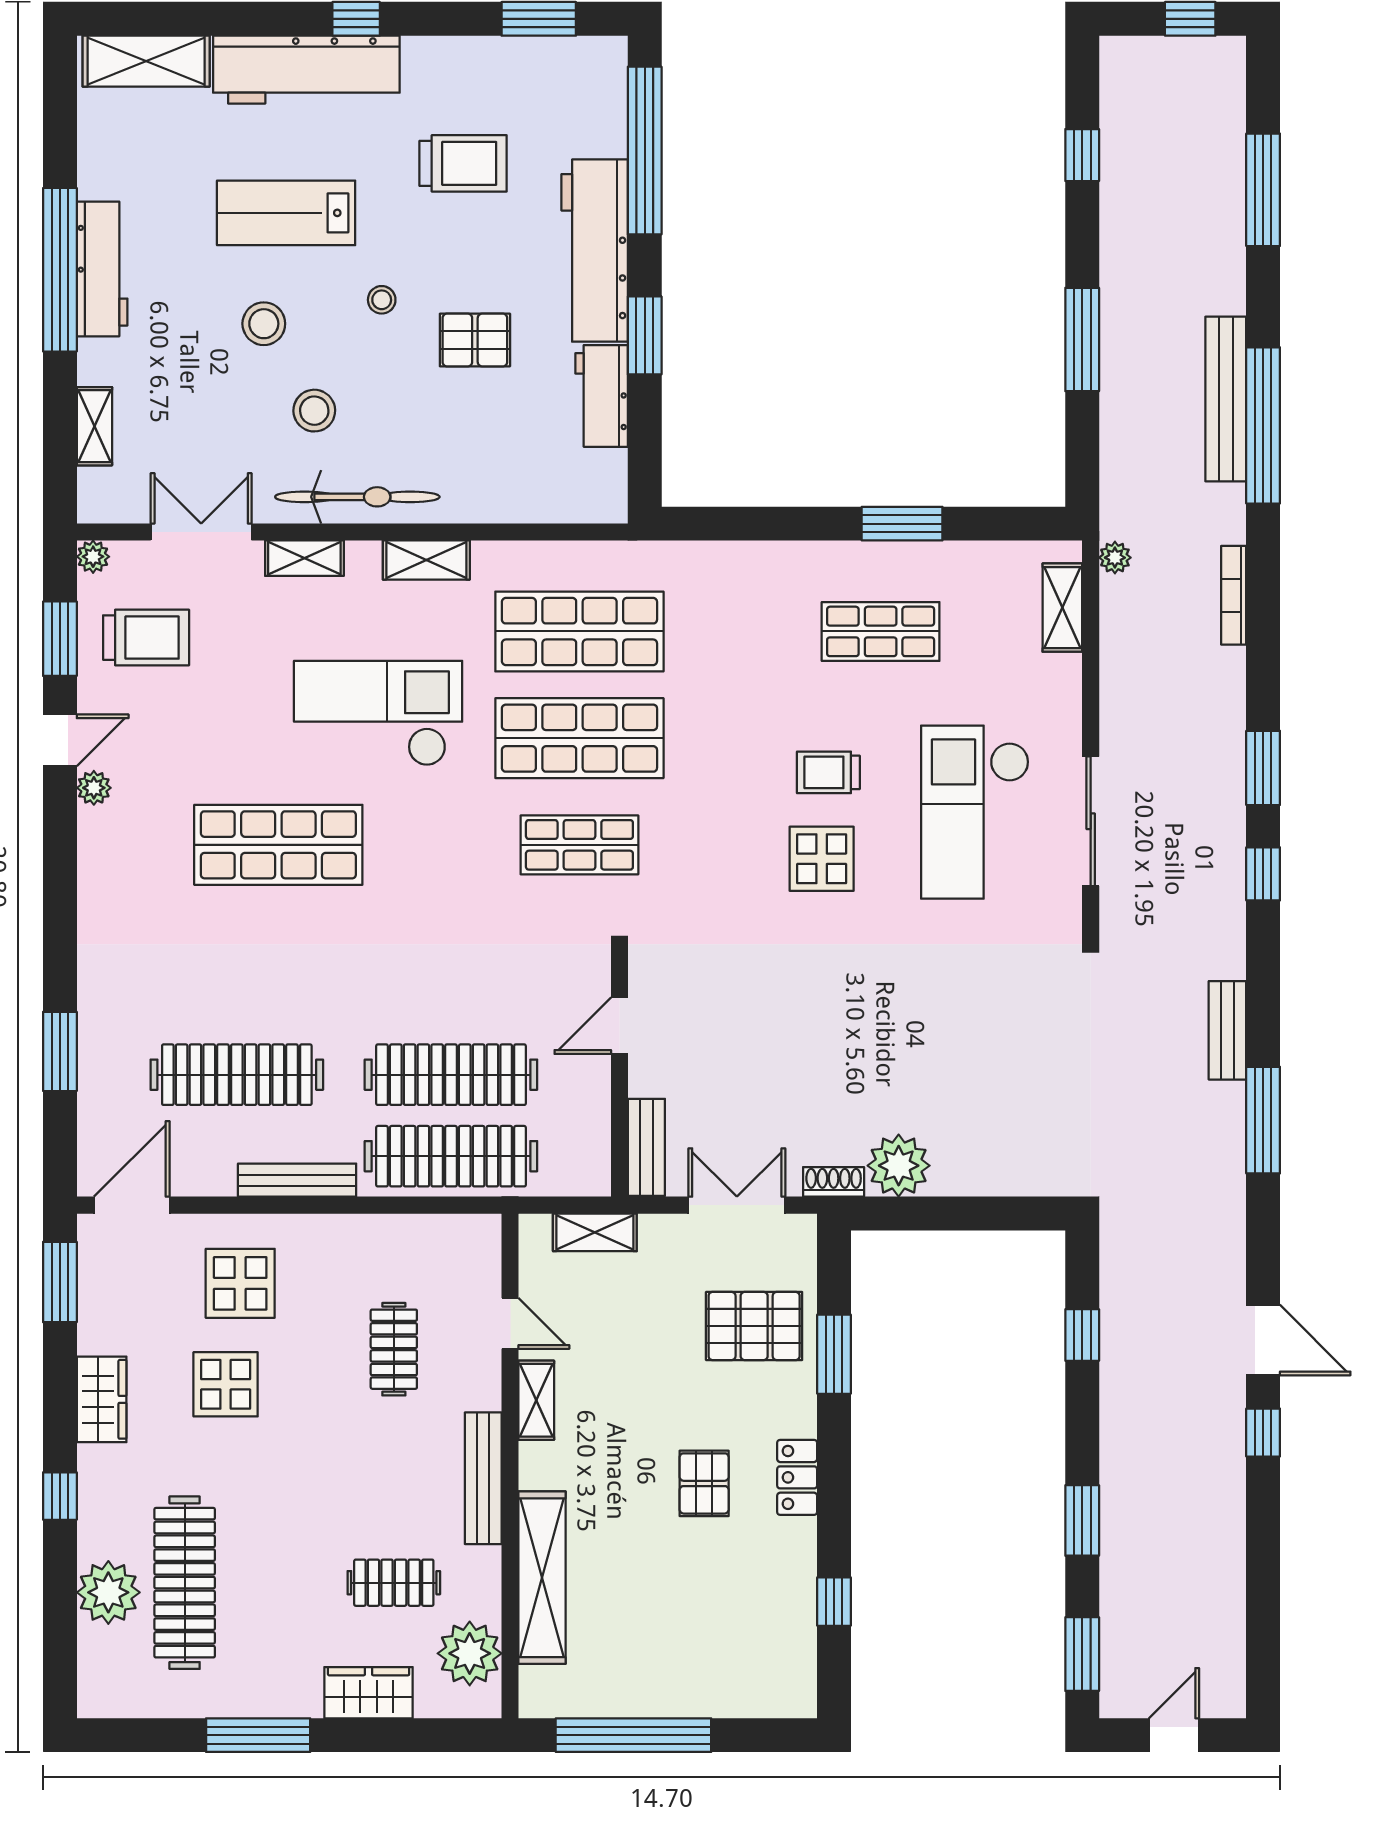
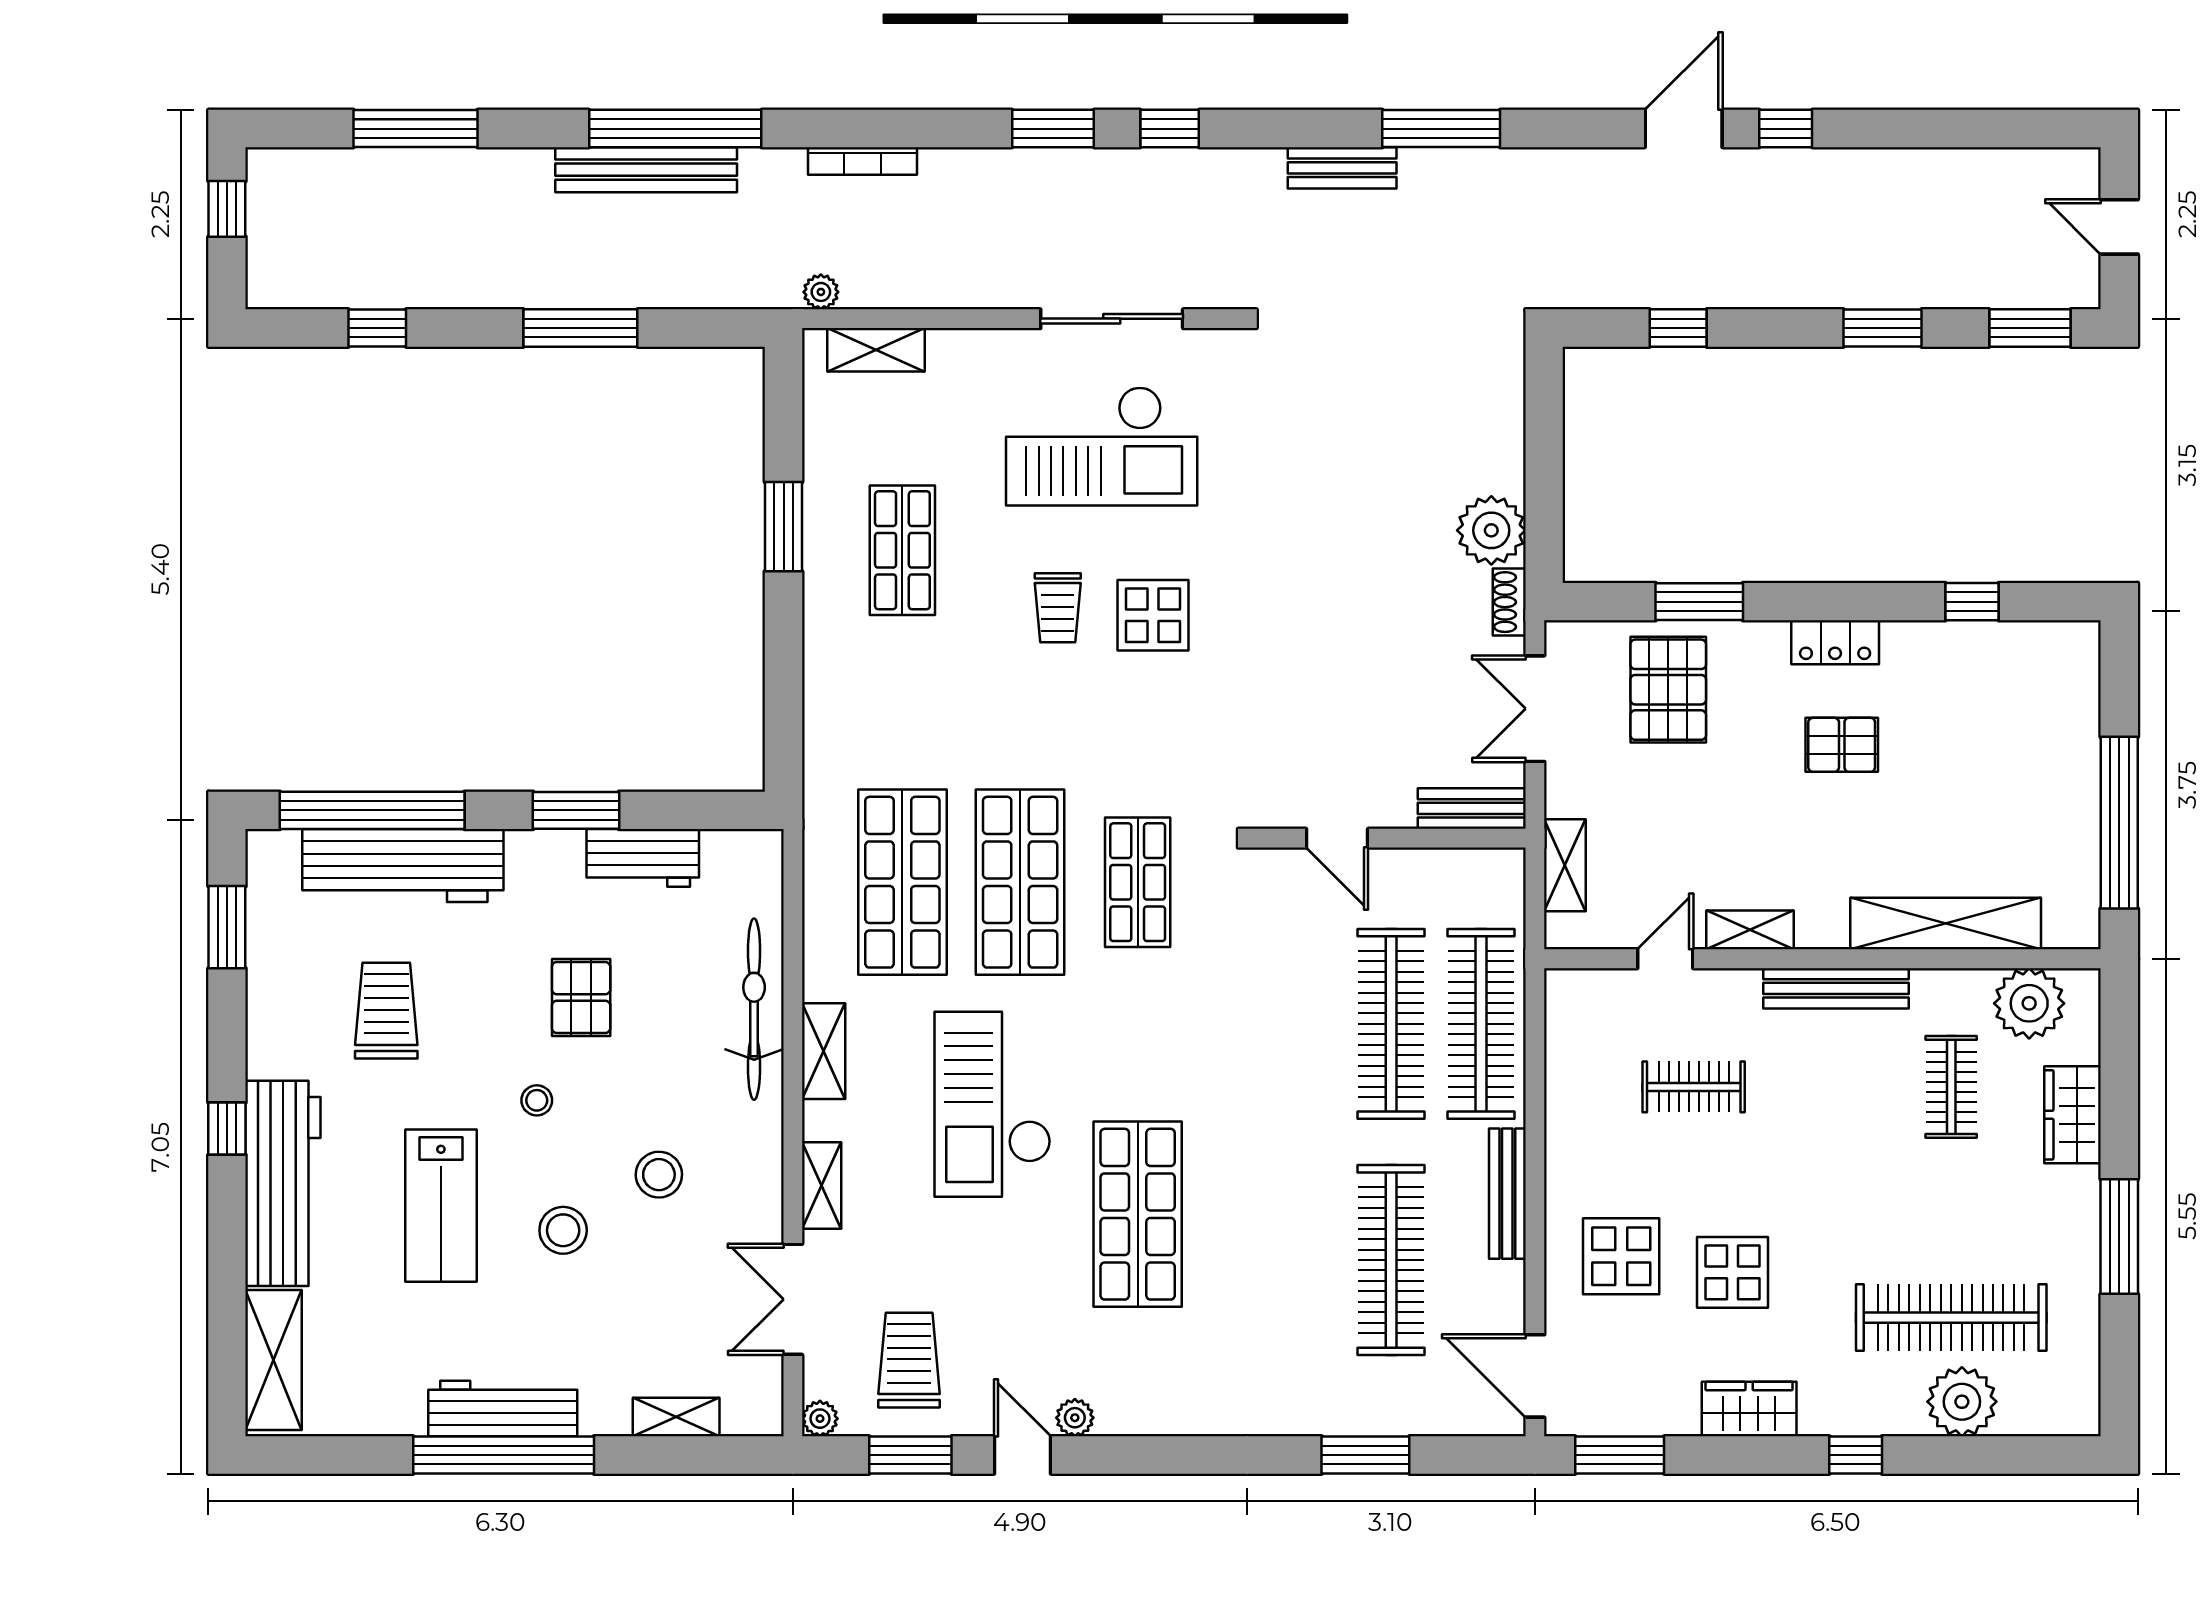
workbench: (595, 251) -> (403, 866), moved
bicycle: (357, 497) -> (754, 1009), moved

